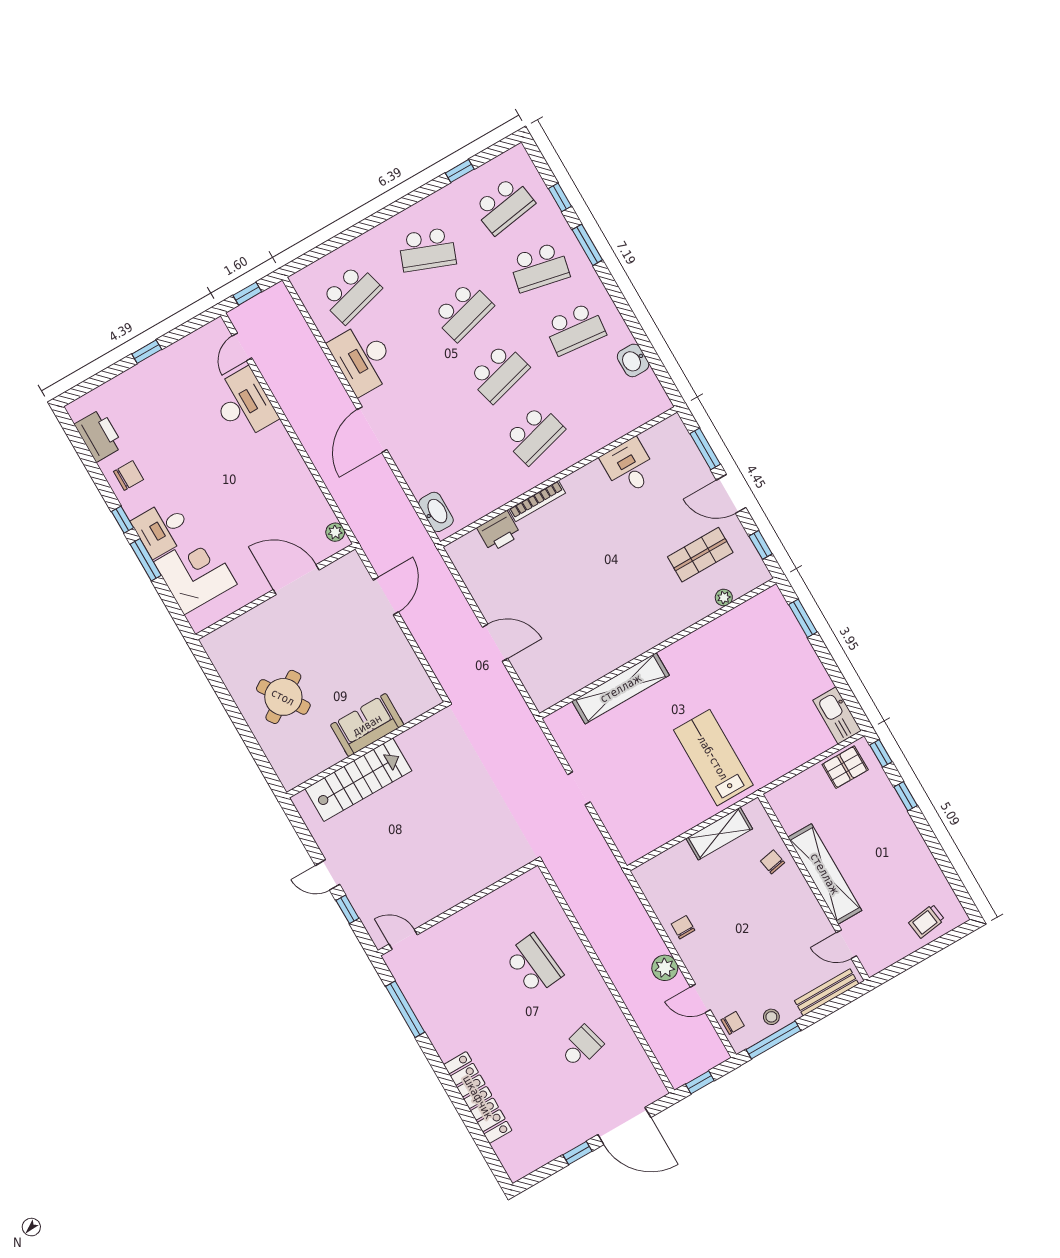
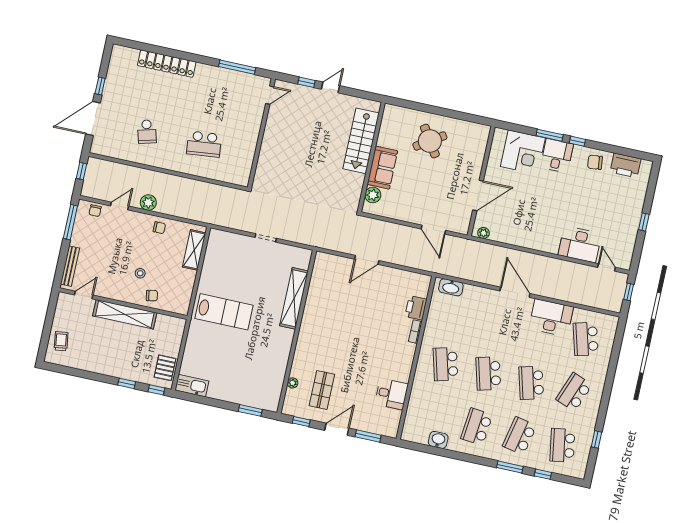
chair: (128, 475) -> (595, 162), turned 84
bookcase: (537, 501) -> (415, 332), width x0.64
plant: (410, 707) -> (373, 195), added
shelving: (719, 834) -> (194, 250), moved
stool: (771, 1017) -> (140, 273), moved

